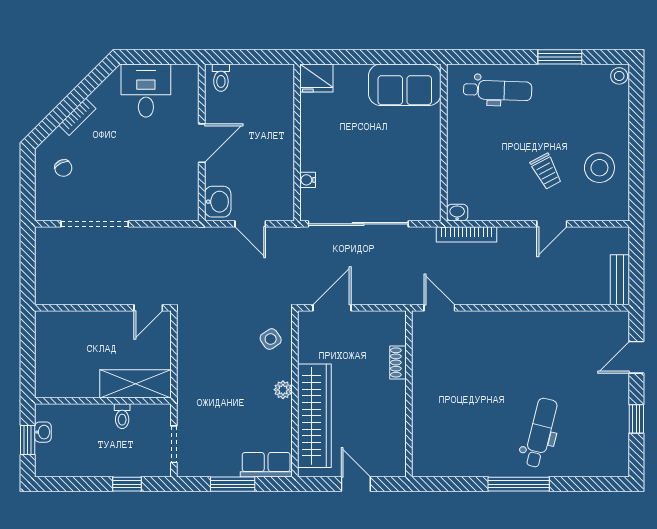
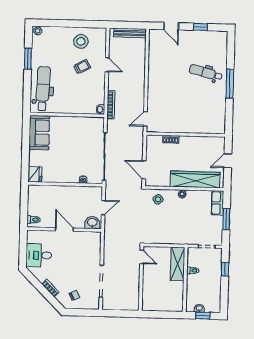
dental chair: (498, 90) -> (43, 89), width x1.36, depth x1.38
bench: (620, 280) -> (130, 33), width x1.36

